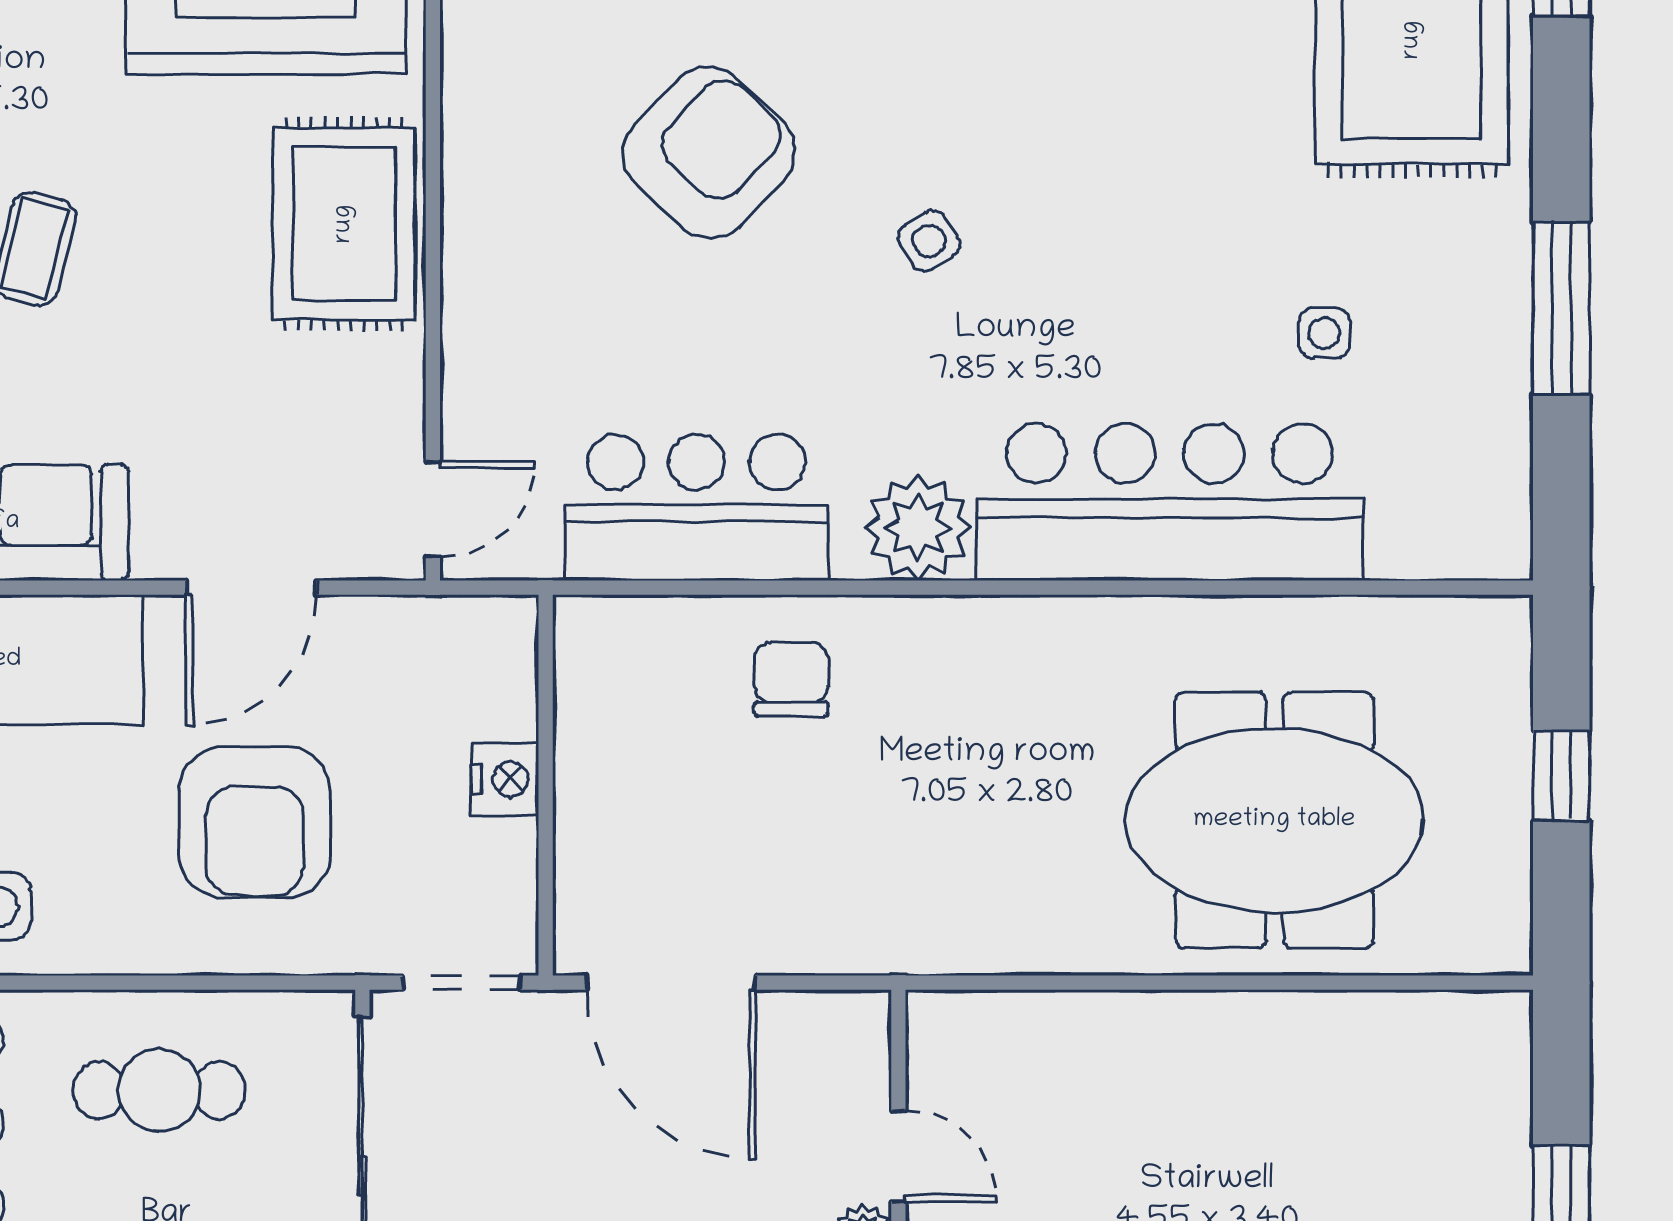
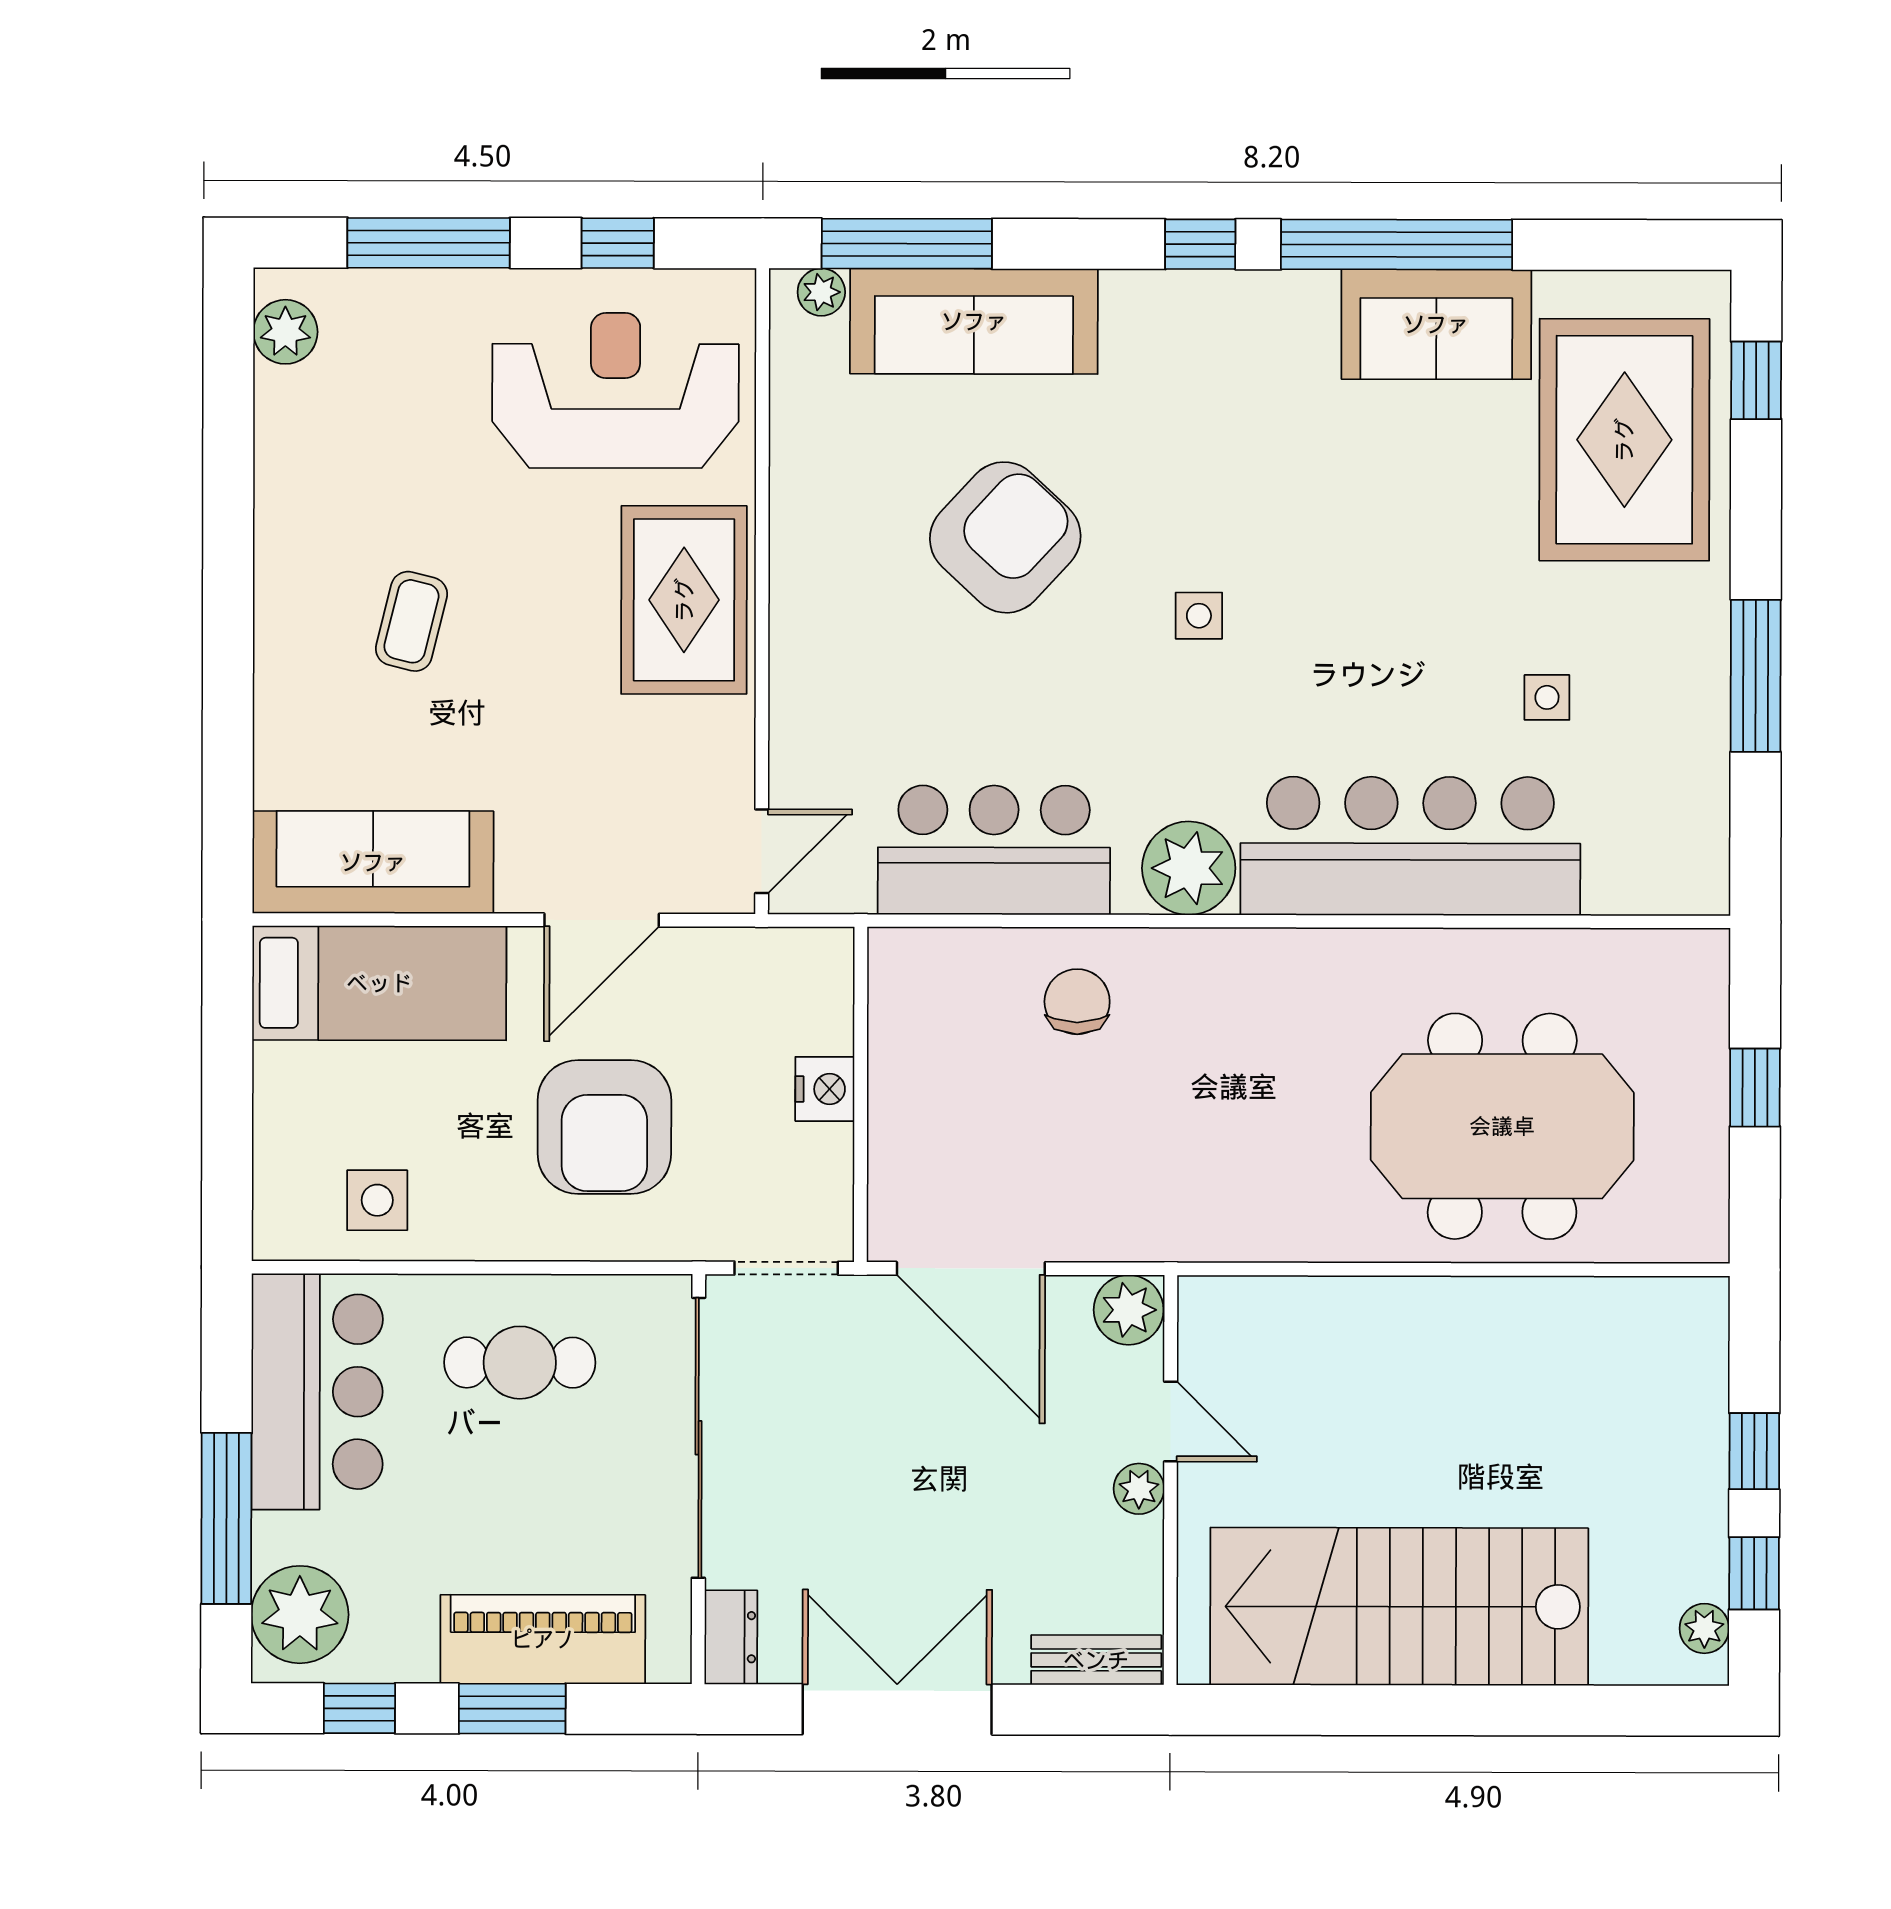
side table: (929, 241) -> (1199, 616), turned 32
plant: (850, 1029) -> (1129, 1310), added

